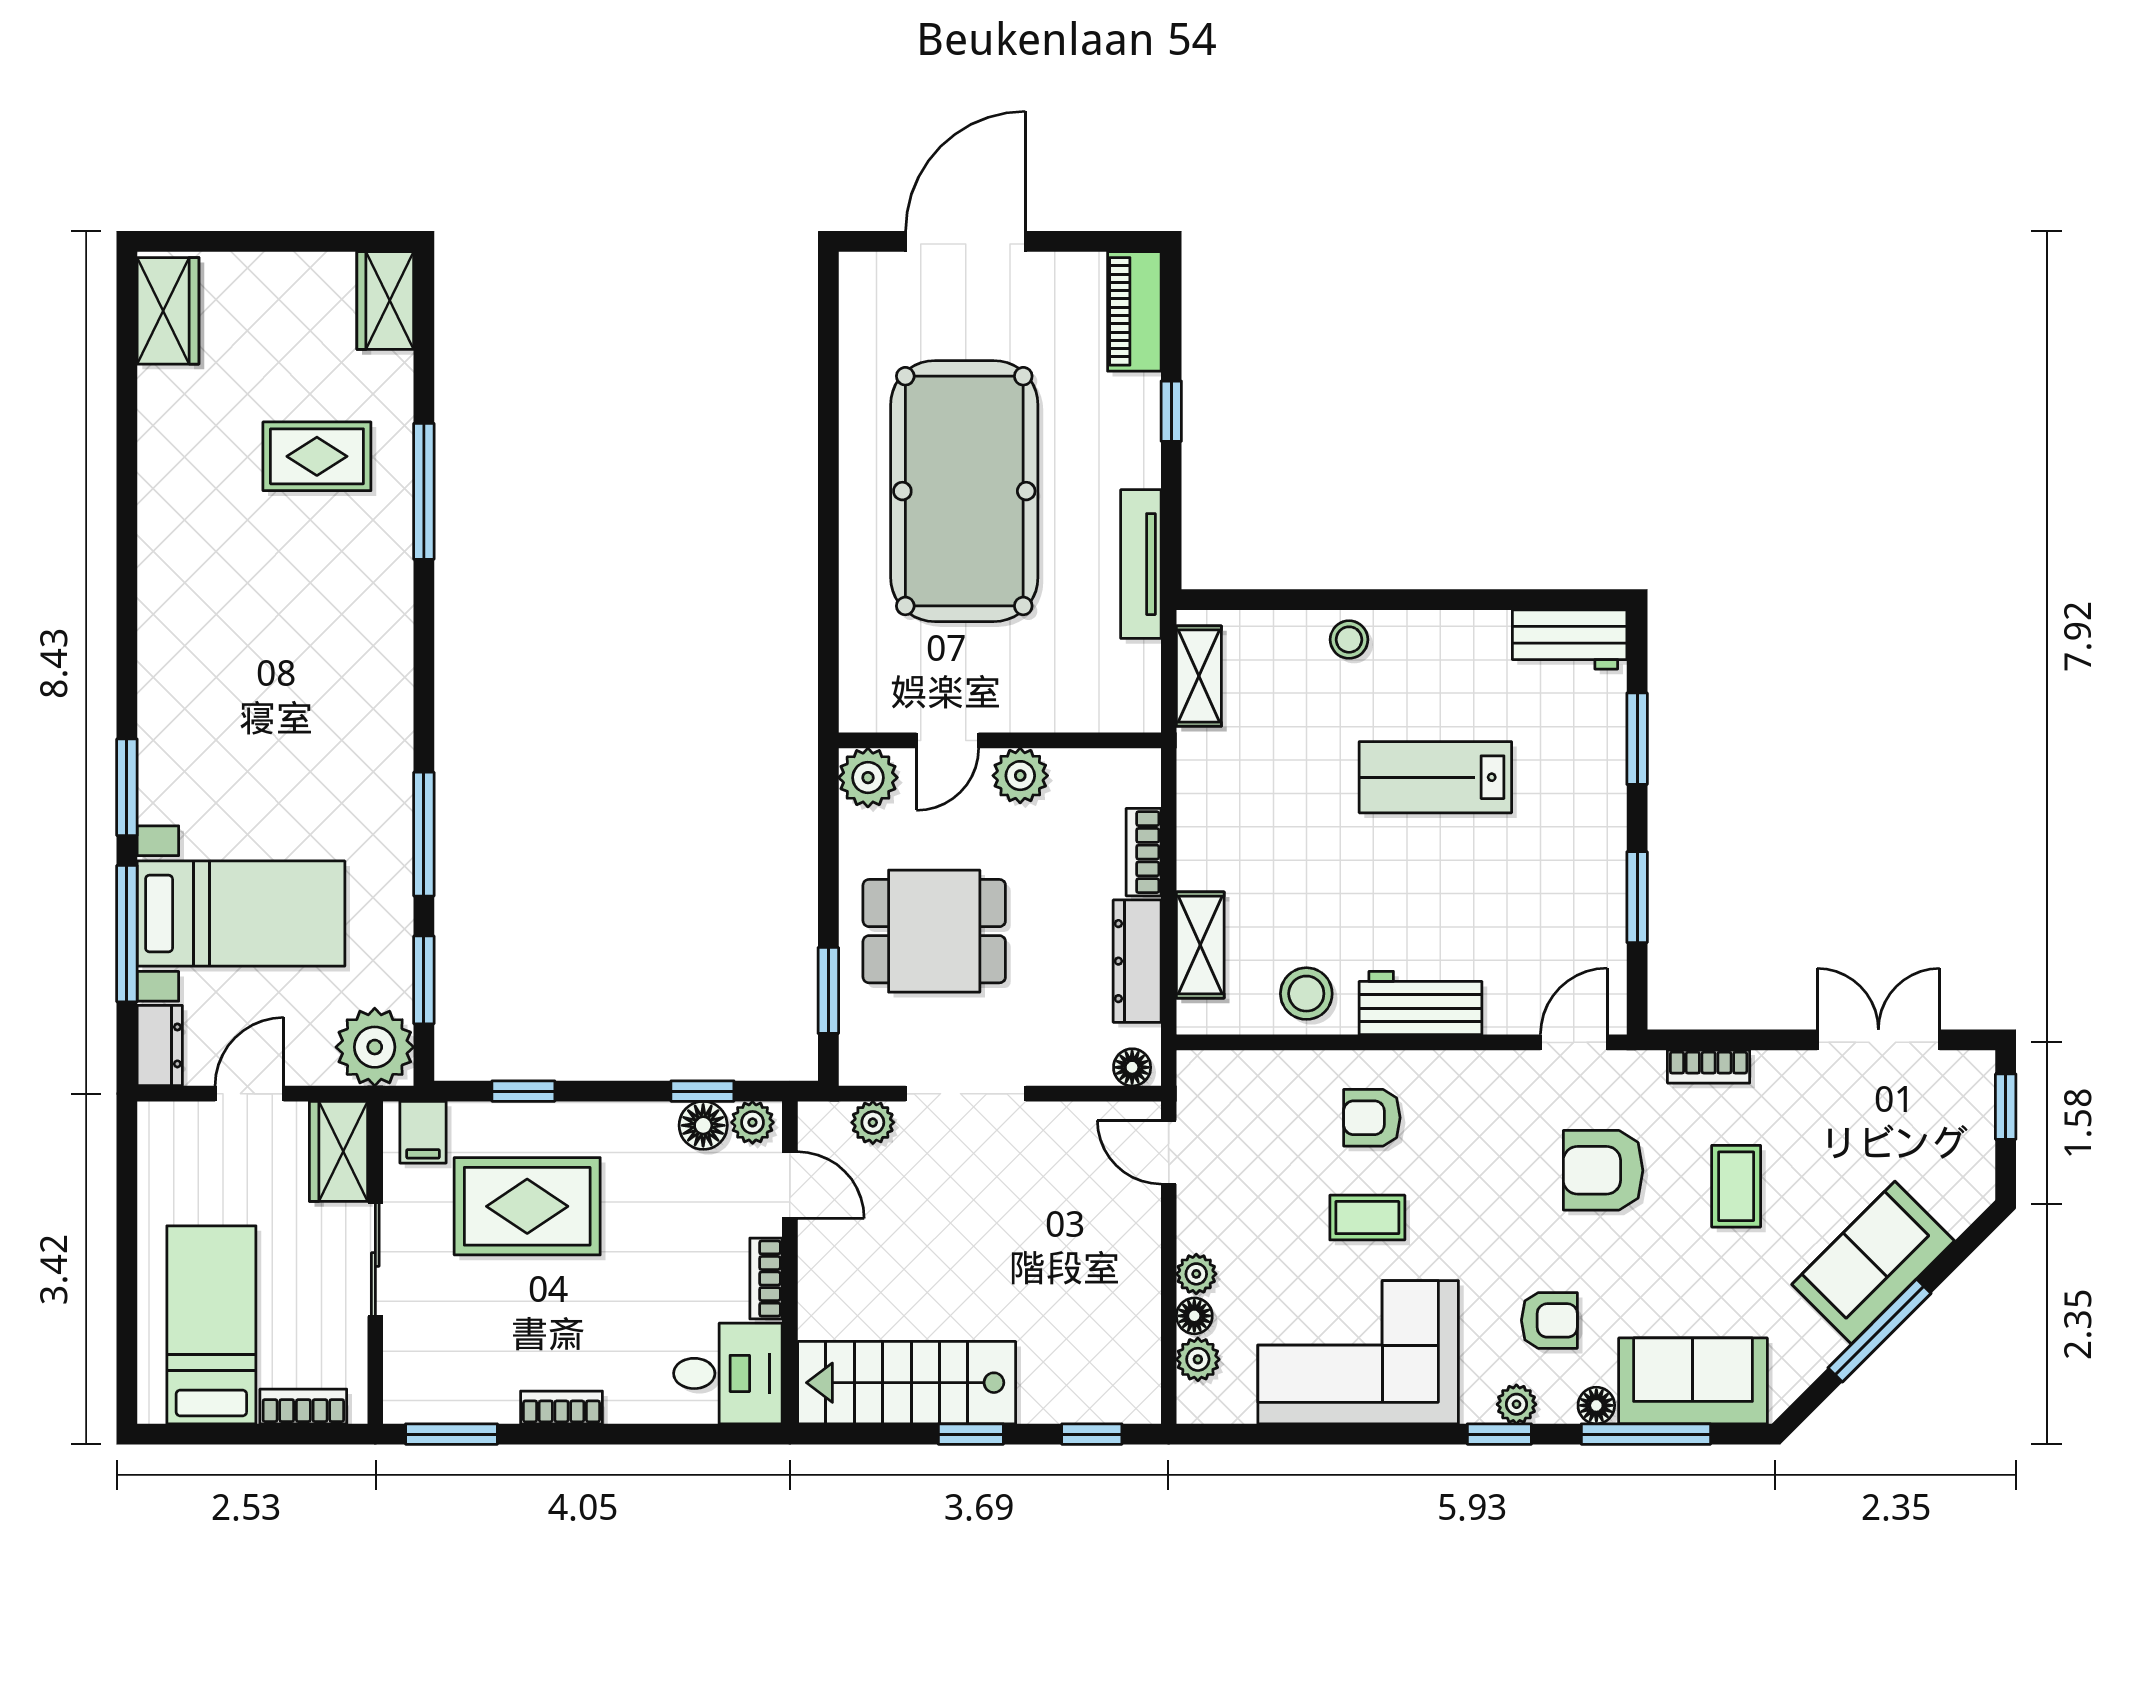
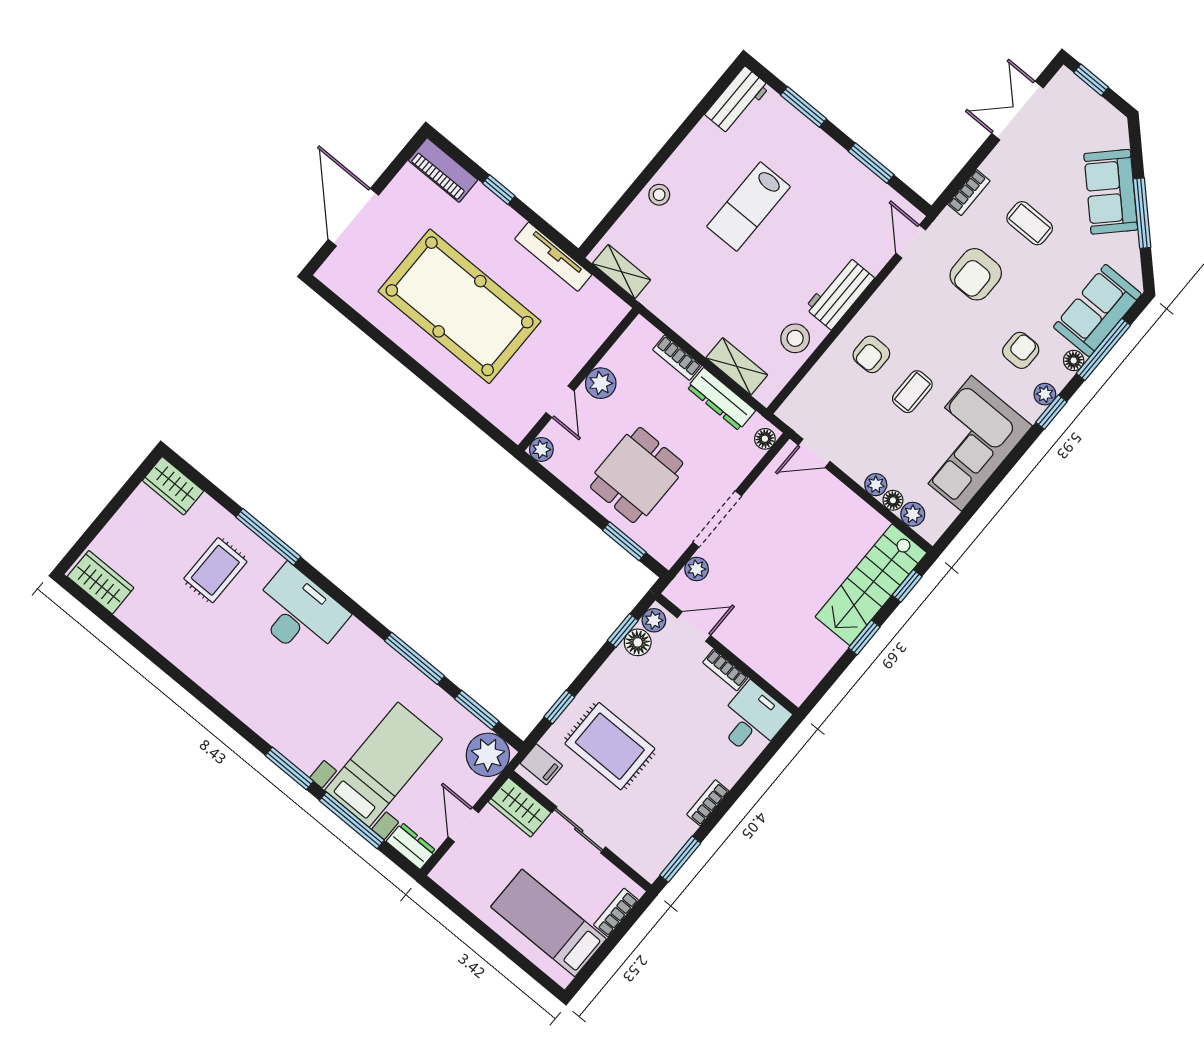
desk: (354, 621) -> (299, 613), added
plant: (868, 778) -> (541, 449), width x0.73, depth x0.73
rug: (527, 1206) -> (610, 746), turned 90
stairs: (907, 1383) -> (871, 585), moved

